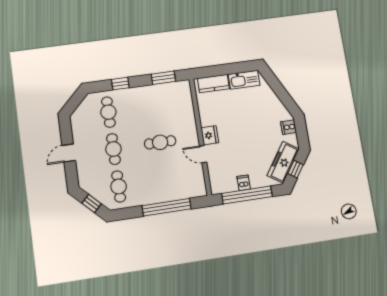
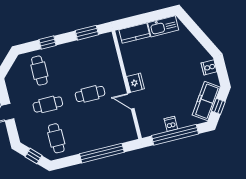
cafe table: (113, 149) -> (48, 104), turned 90

